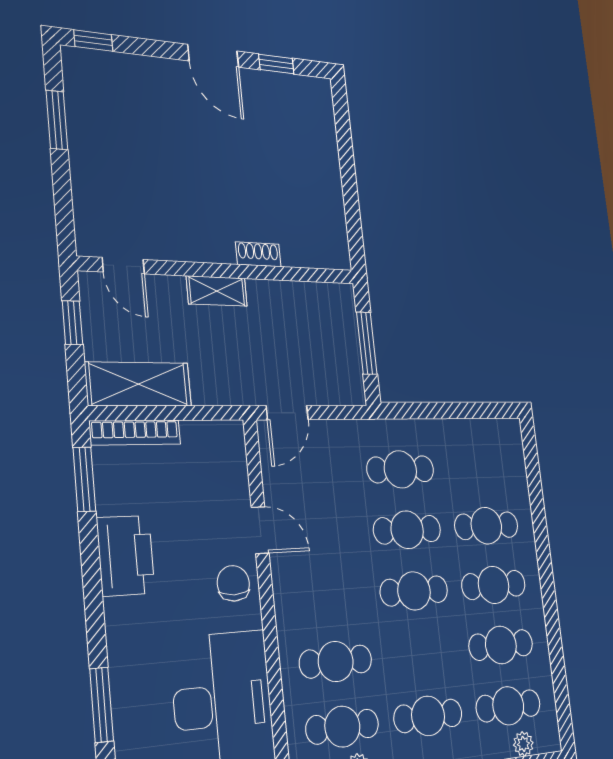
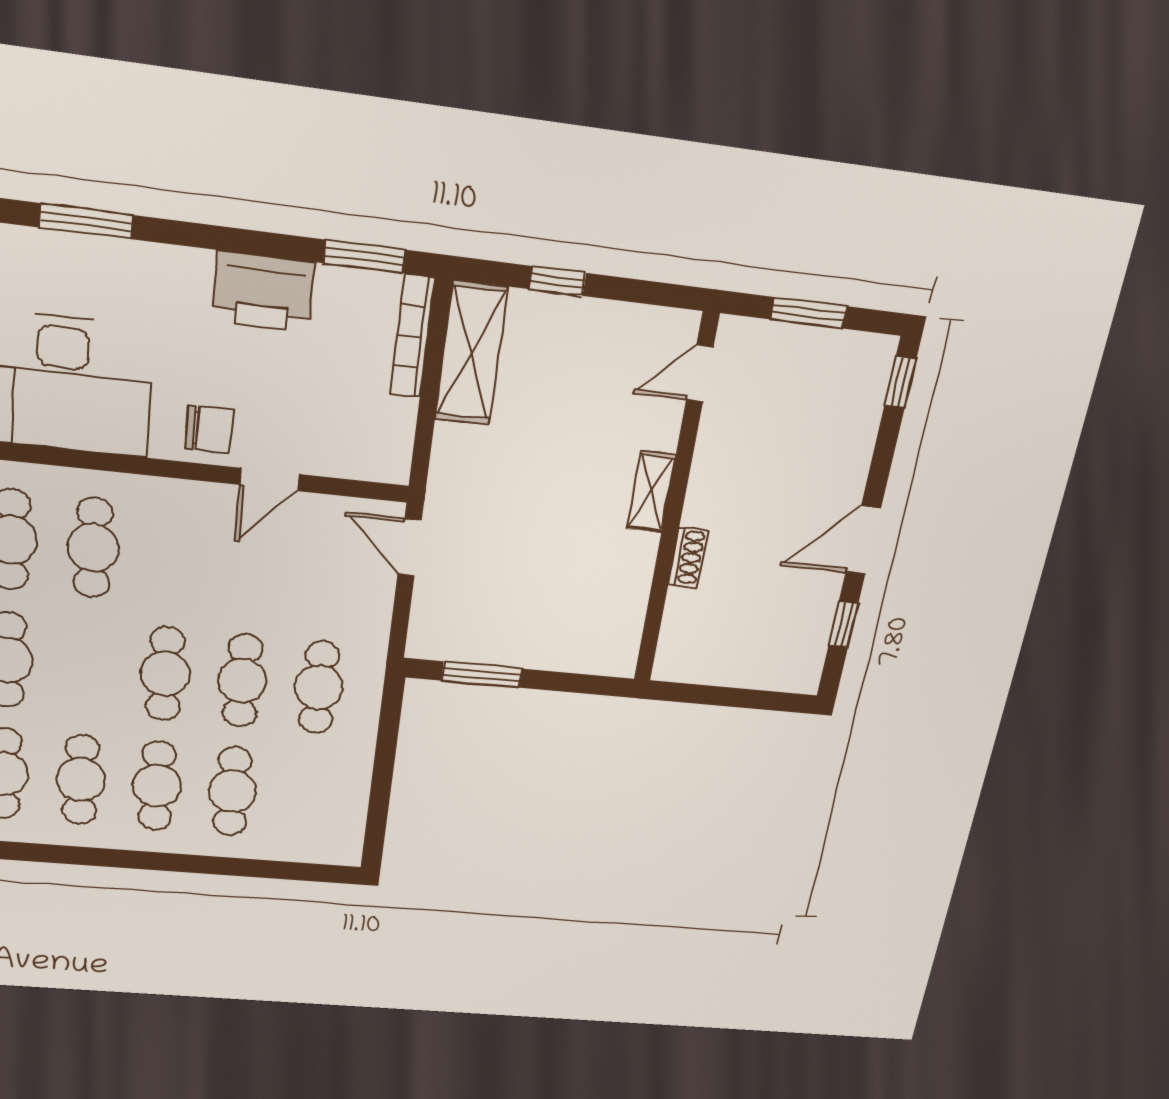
shoe rack: (258, 254) -> (688, 557), moved
door: (123, 266) -> (700, 374), moved
wall: (222, 271) -> (675, 504), moved
shelving: (217, 291) -> (651, 492), moved

